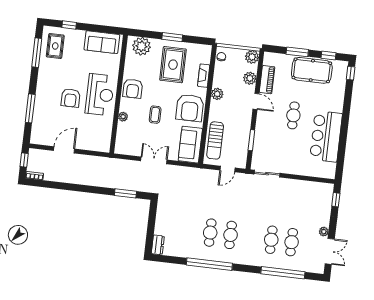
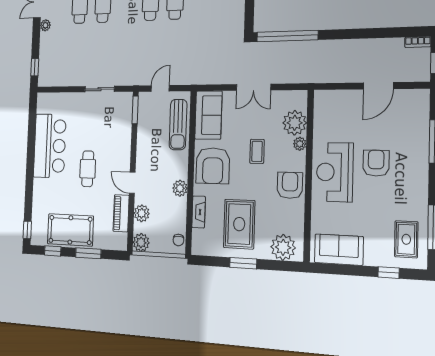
armchair: (190, 108) -> (213, 166), turned 180
plant: (125, 132) -> (295, 123), added
sun lounger: (215, 140) -> (178, 125), turned 180
window: (251, 140) -> (135, 110), moved
sliding door: (267, 174) -> (100, 89), moved
window: (125, 193) -> (287, 36), width x2.11

